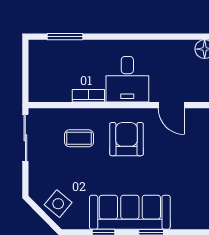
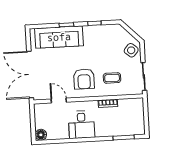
desk: (127, 79) -> (82, 125), moved, turned 180
side table: (58, 204) -> (131, 50), moved
sofa: (130, 212) -> (59, 37), moved

